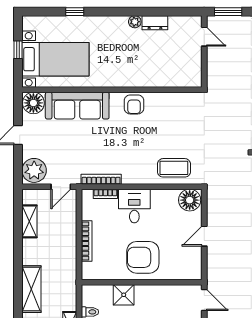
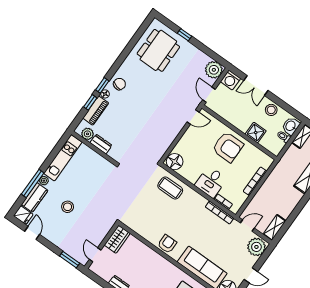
wardrobe: (192, 71) -> (117, 239), added
shelving: (29, 221) -> (275, 228), moved
door: (204, 236) -> (193, 117), moved

